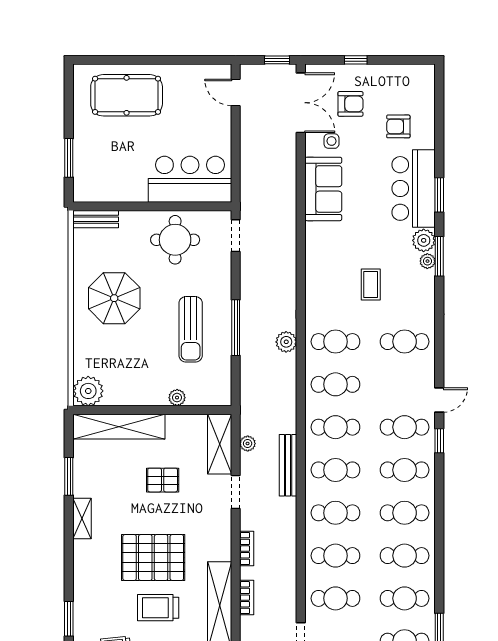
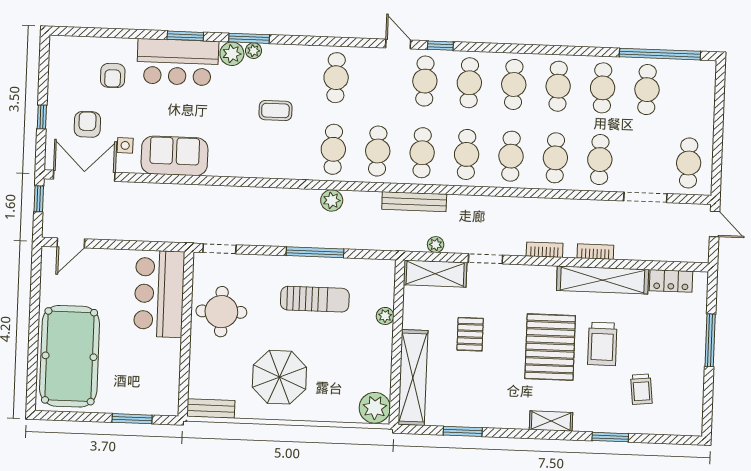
pool table: (127, 95) -> (70, 356), width x1.36, depth x1.32
bench: (96, 219) -> (211, 408), moved, turned 90
bench: (288, 465) -> (414, 202), moved
shelving: (82, 519) -> (551, 421), moved

